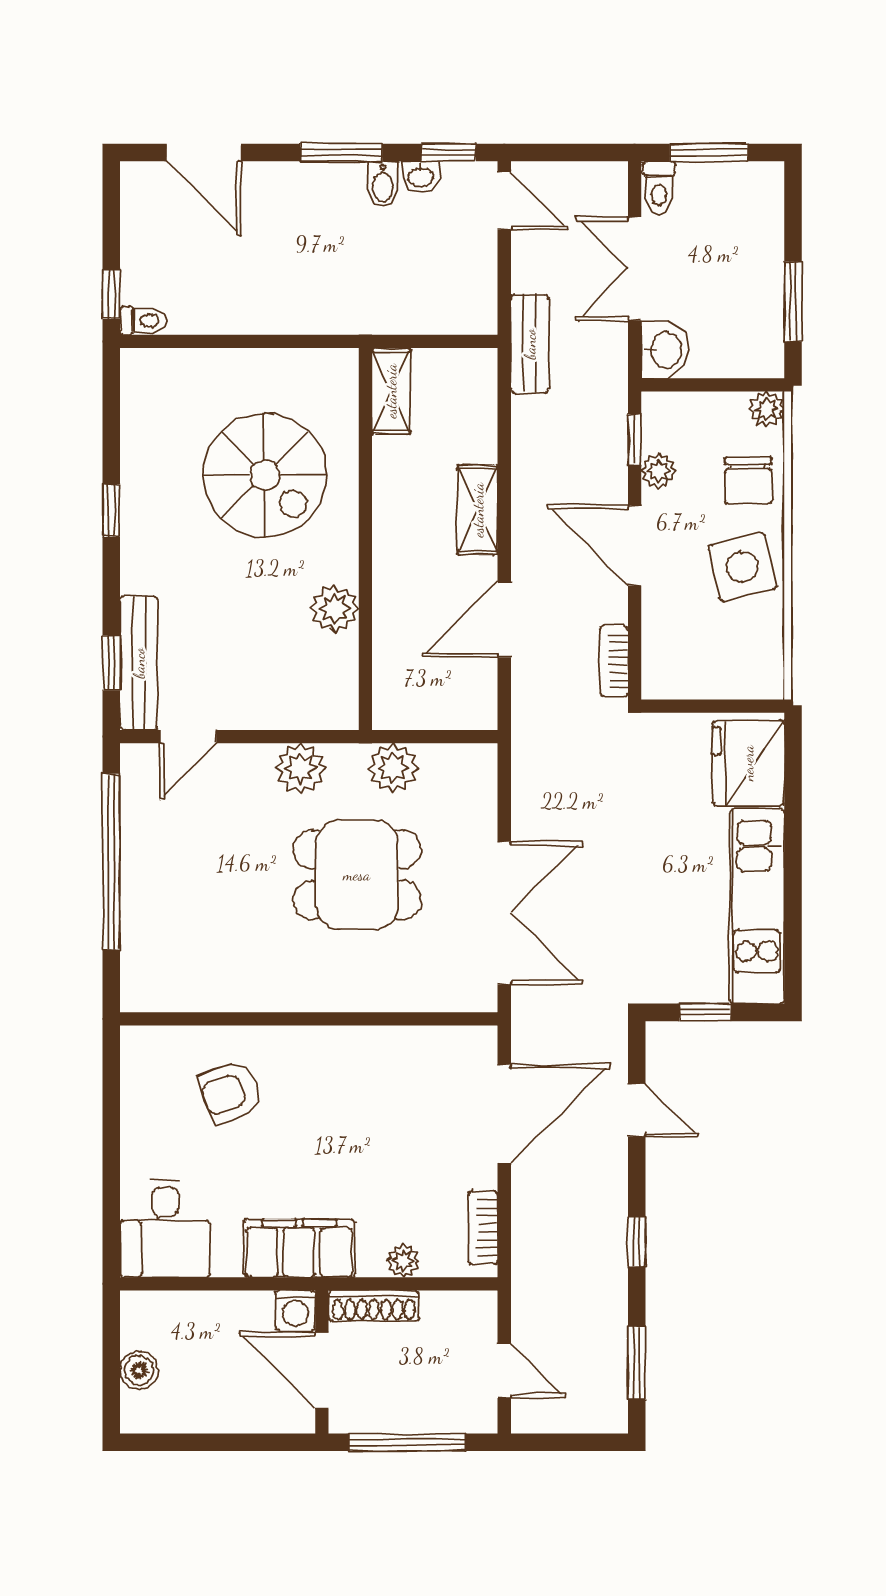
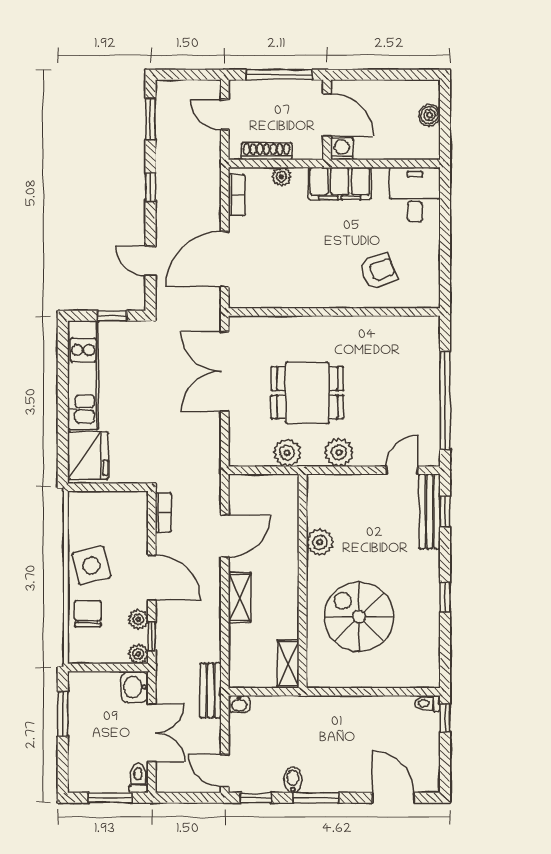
washbasin: (421, 177) -> (239, 704), moved, turned 180
plant: (767, 409) -> (138, 654), moved
shoe rack: (374, 1306) -> (267, 151), moved

